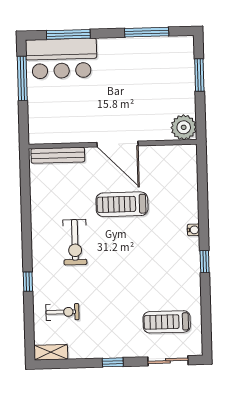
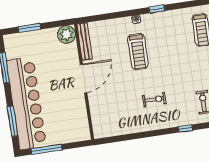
bar counter: (61, 58) -> (26, 103), width x1.86
bench: (58, 155) -> (85, 41), moved
treadmill: (122, 204) -> (138, 52), moved
exercise bike: (75, 242) -> (154, 100), width x0.73, depth x0.72

